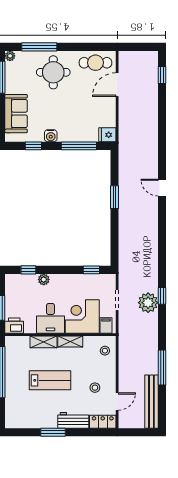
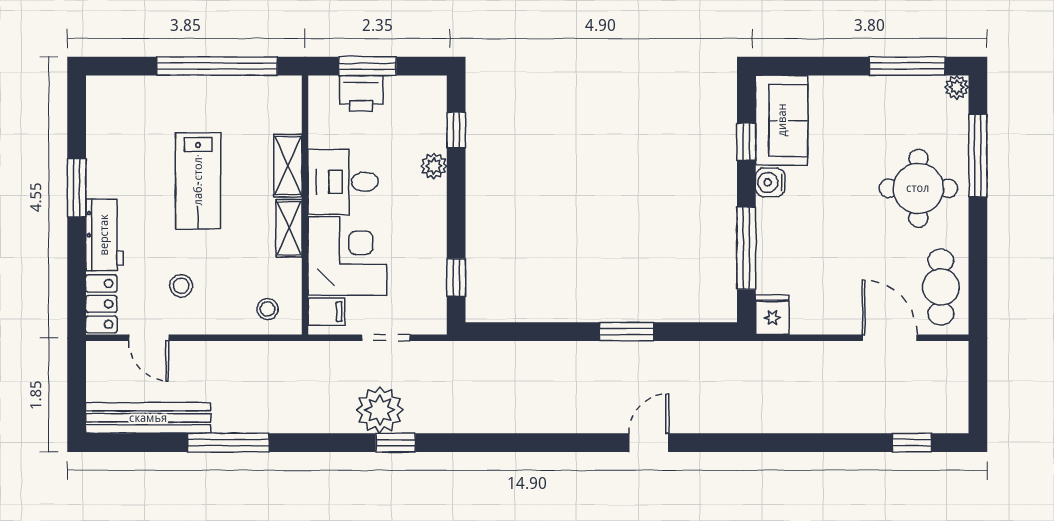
sofa: (16, 114) -> (782, 120), moved, turned -90
printer: (14, 326) -> (361, 93), moved, turned 90

